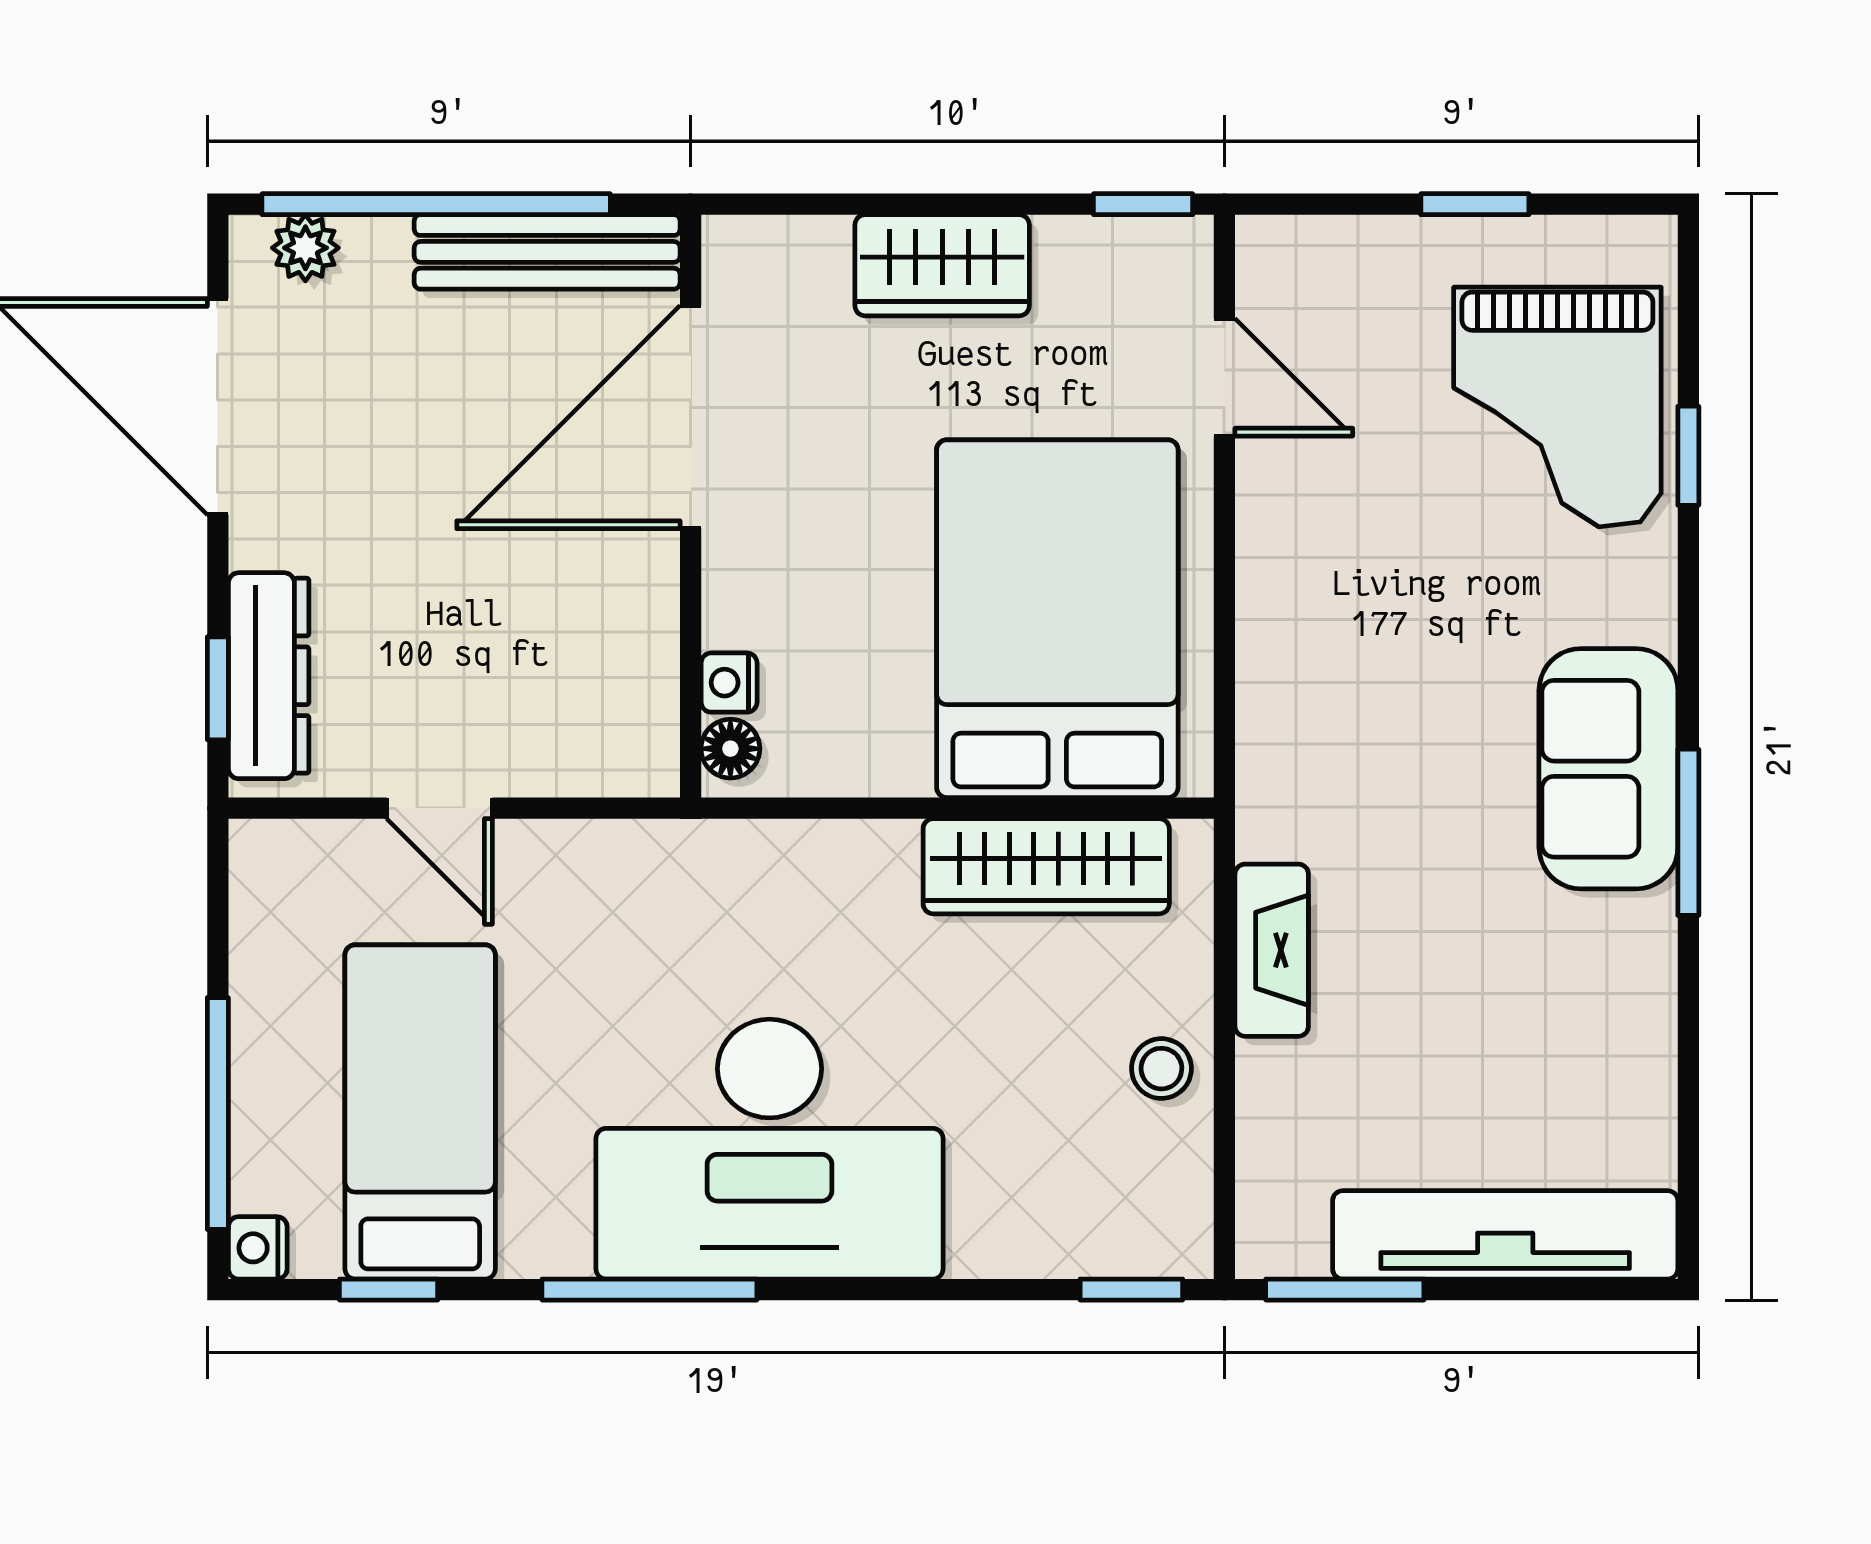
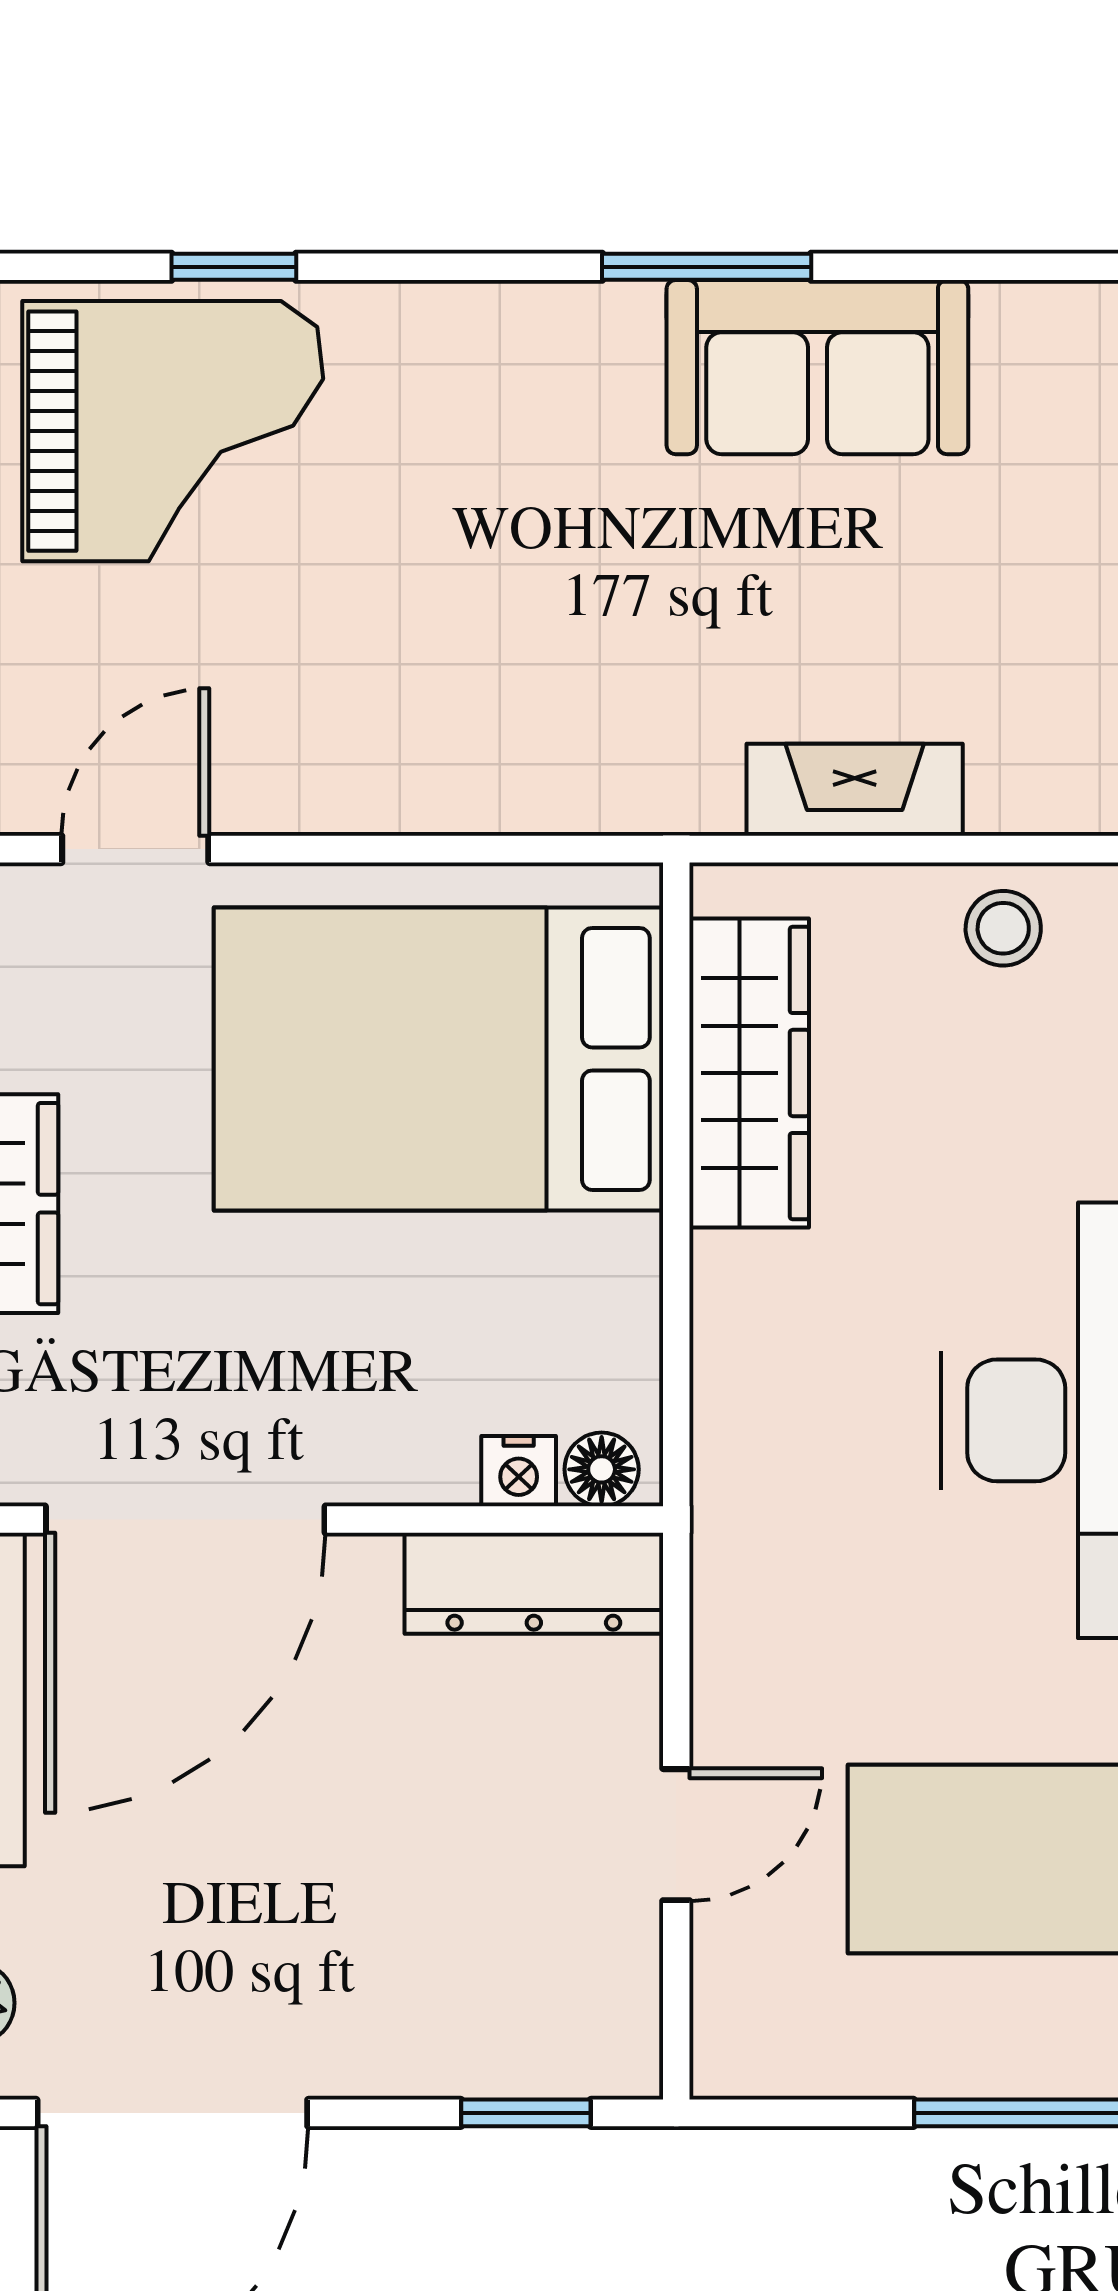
door: (691, 417) -> (185, 1520), hinge flipped
dresser: (269, 676) -> (534, 1583), moved, turned 180
sofa: (1608, 769) -> (817, 367), moved

